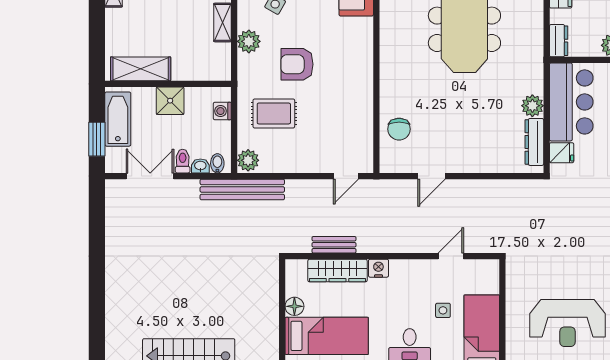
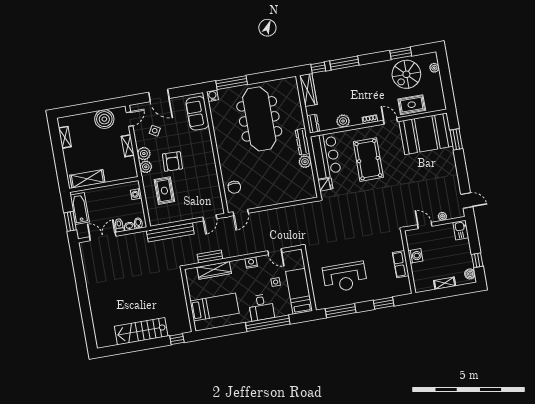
armchair: (297, 64) -> (172, 161), turned -88
shower: (170, 101) -> (107, 193), removed
rug: (274, 113) -> (164, 191), turned 90
dresser: (534, 142) -> (303, 142), moved
plant: (248, 160) -> (146, 167), moved
door: (431, 176) -> (241, 212), moved
bench: (242, 189) -> (170, 232), moved
door: (451, 256) -> (275, 252), swing flipped
nightstand: (378, 268) -> (251, 263), moved
floor lamp: (294, 306) -> (194, 294), removed

